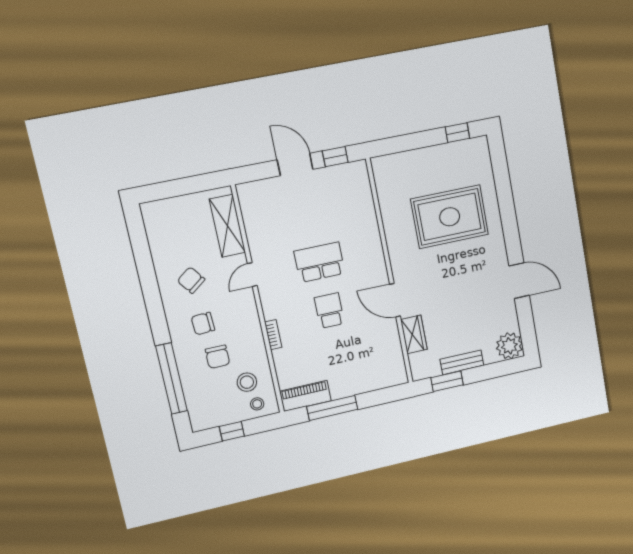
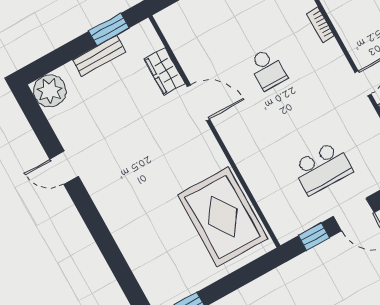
rug: (450, 217) -> (223, 217), moved, turned 90
school desk: (319, 262) -> (323, 168), moved
door: (519, 281) -> (64, 168), width x0.73

